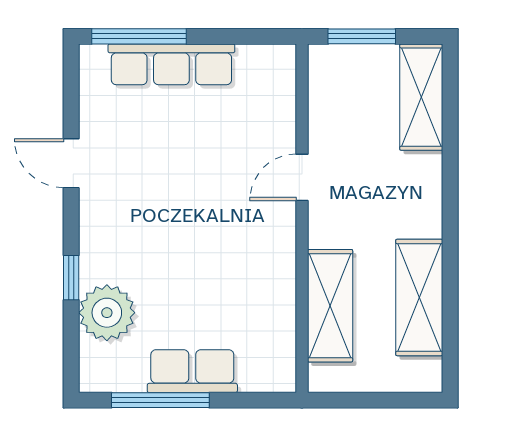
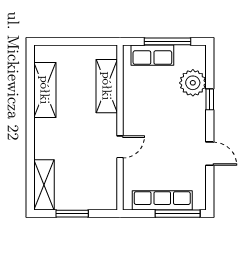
door: (302, 177) -> (120, 147), moved
wall: (302, 218) -> (120, 128), moved
shelving: (330, 306) -> (107, 86), moved

